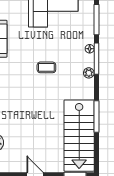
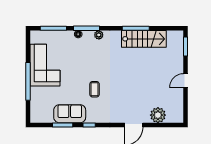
coffee table: (46, 67) -> (95, 89), moved
stairs: (79, 136) -> (144, 39), width x0.73, depth x0.66

